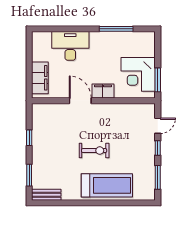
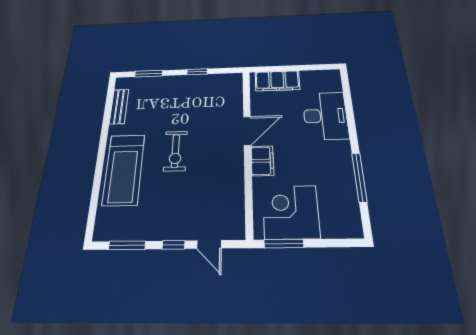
bench: (46, 195) -> (119, 106), moved

